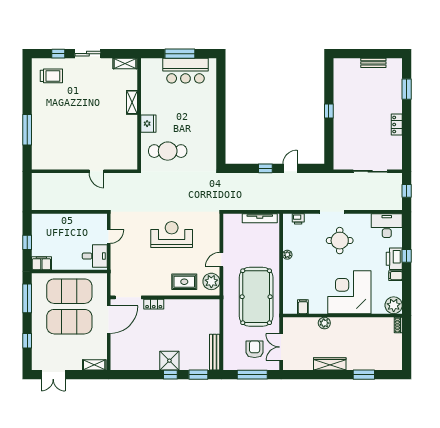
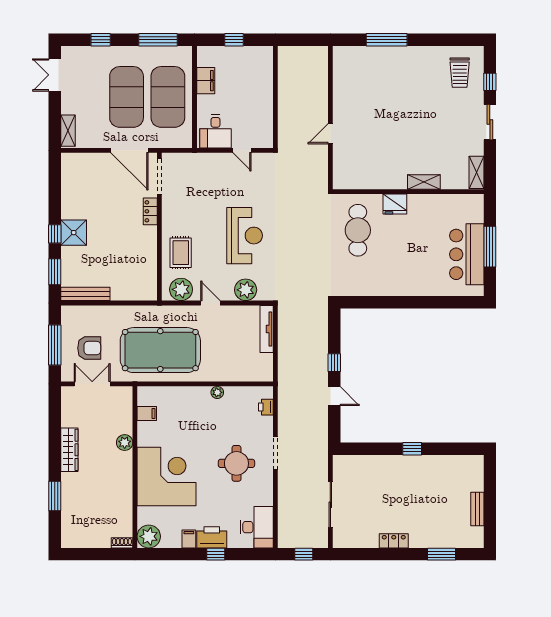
tv unit: (260, 218) -> (267, 329), moved
plant: (212, 234) -> (246, 290), added
filing cabinet: (41, 263) -> (206, 81), moved

